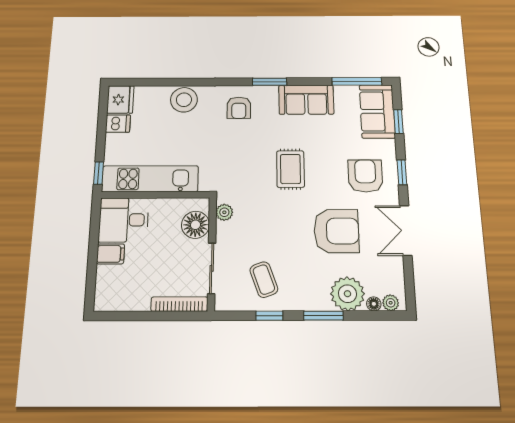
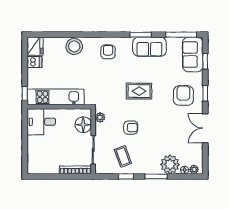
window: (270, 82) -> (141, 35), moved
armchair: (239, 108) -> (108, 52), turned 180
rug: (290, 169) -> (139, 91), turned 90
armchair: (336, 231) -> (131, 128), moved, width x0.53, depth x0.53
filing cabinet: (111, 254) -> (35, 142), removed

